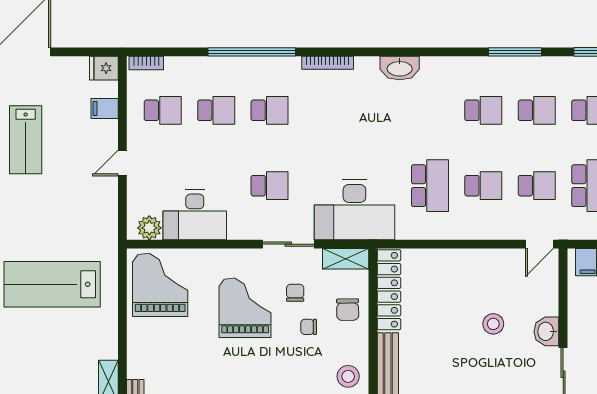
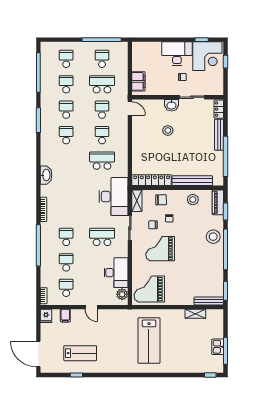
school desk: (270, 186) -> (102, 237), width x1.85

